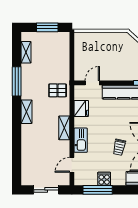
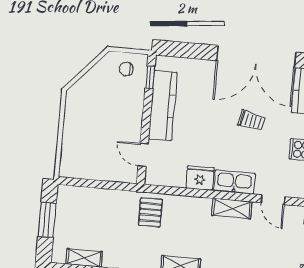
fridge: (81, 108) -> (200, 178), moved
shelving: (64, 128) -> (232, 209), moved

